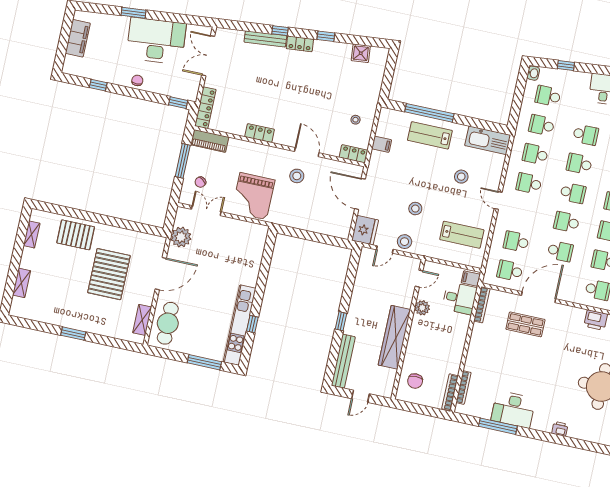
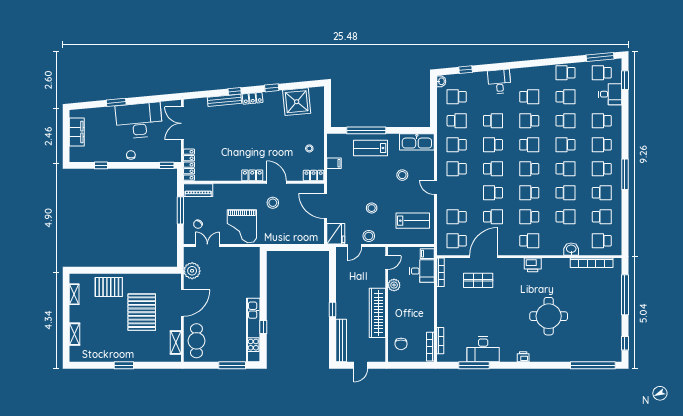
shower: (361, 53) -> (297, 102), width x1.86, depth x1.86
school desk: (542, 125) -> (457, 121), turned 180
locker: (260, 133) -> (252, 175), moved

